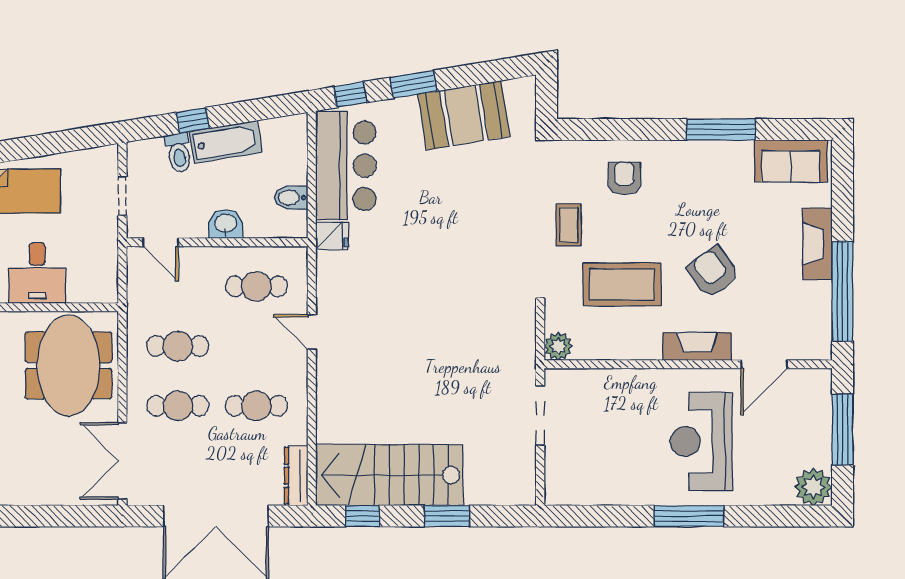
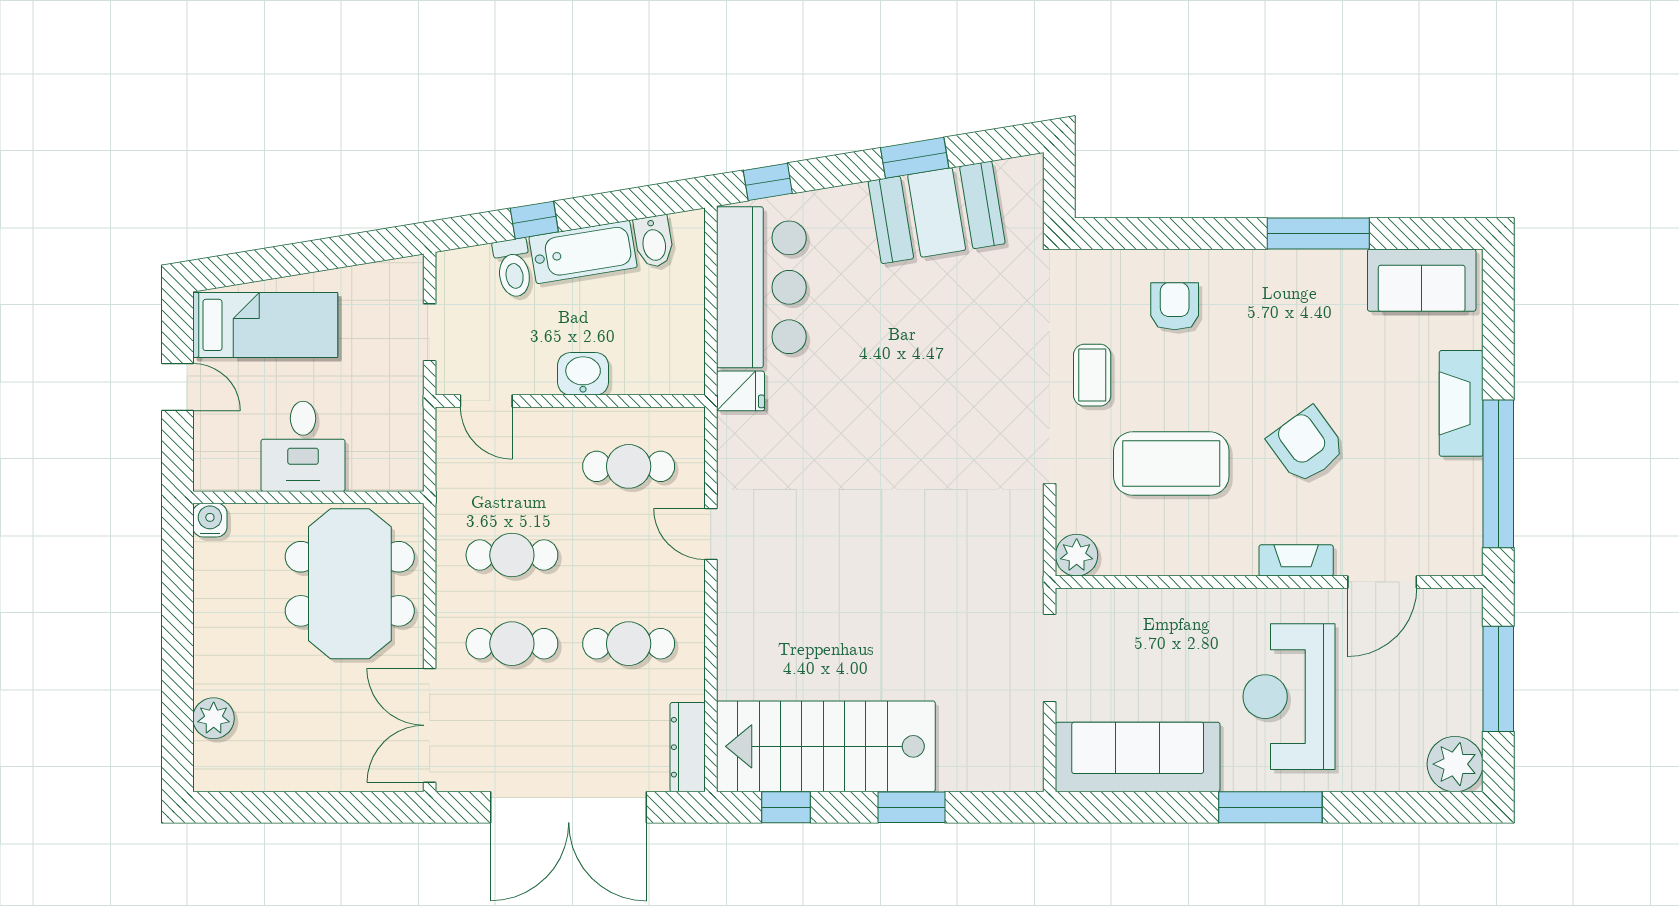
window: (413, 84) -> (915, 158), moved
bidet: (291, 198) -> (654, 242), moved, turned -99
fireplace: (697, 346) -> (1296, 560), width x0.73, depth x0.76
sofa: (599, 482) -> (1138, 757), added

